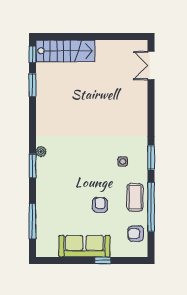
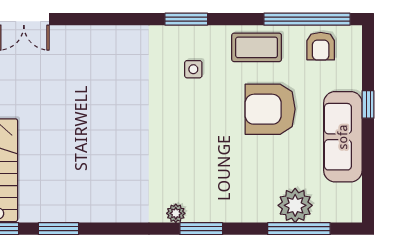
armchair: (100, 205) -> (270, 109), width x1.88, depth x1.88
window: (151, 207) -> (307, 19), moved
plant: (46, 219) -> (295, 205), added

